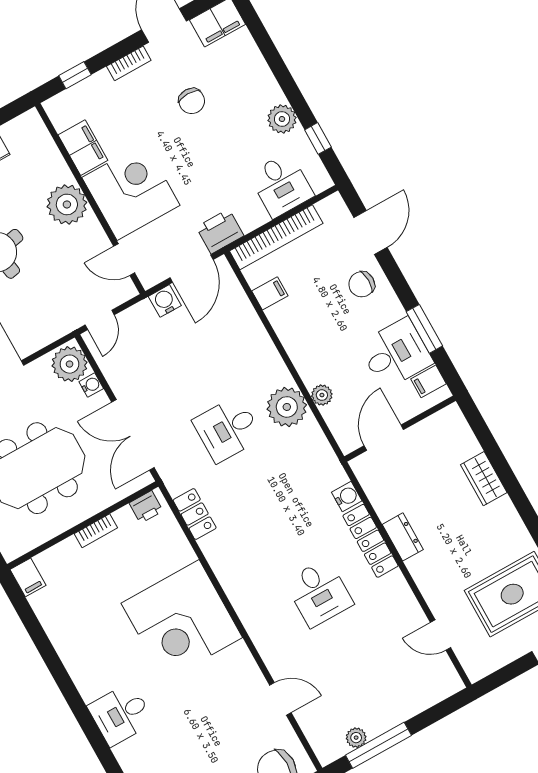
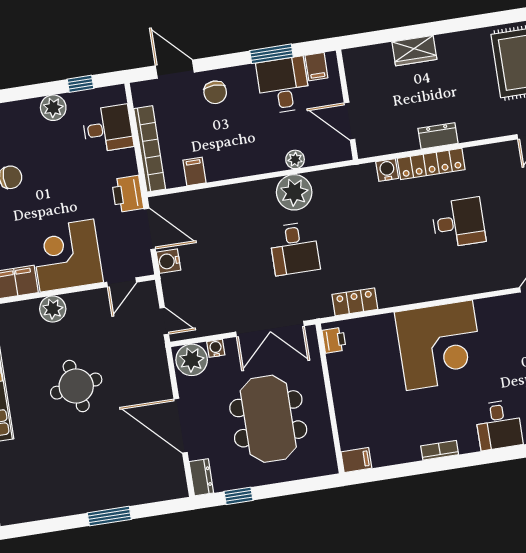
plant: (67, 204) -> (53, 309), width x0.73, depth x0.73
bookcase: (96, 531) -> (440, 450), moved, turned -90

